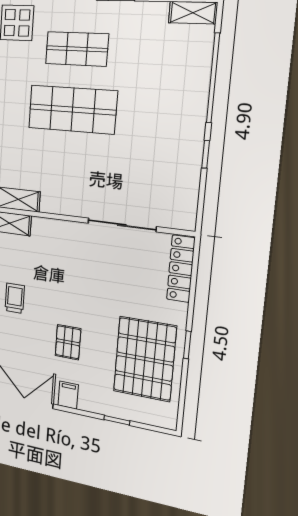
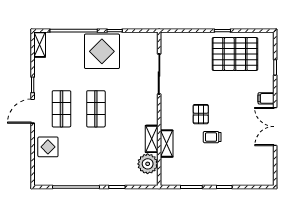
shop shelf: (72, 110) -> (96, 109), width x0.70, depth x0.74
display table: (170, 128) -> (102, 51), added
locker: (181, 269) -> (179, 38), removed
pallet: (68, 342) -> (201, 114), moved, turned 90

